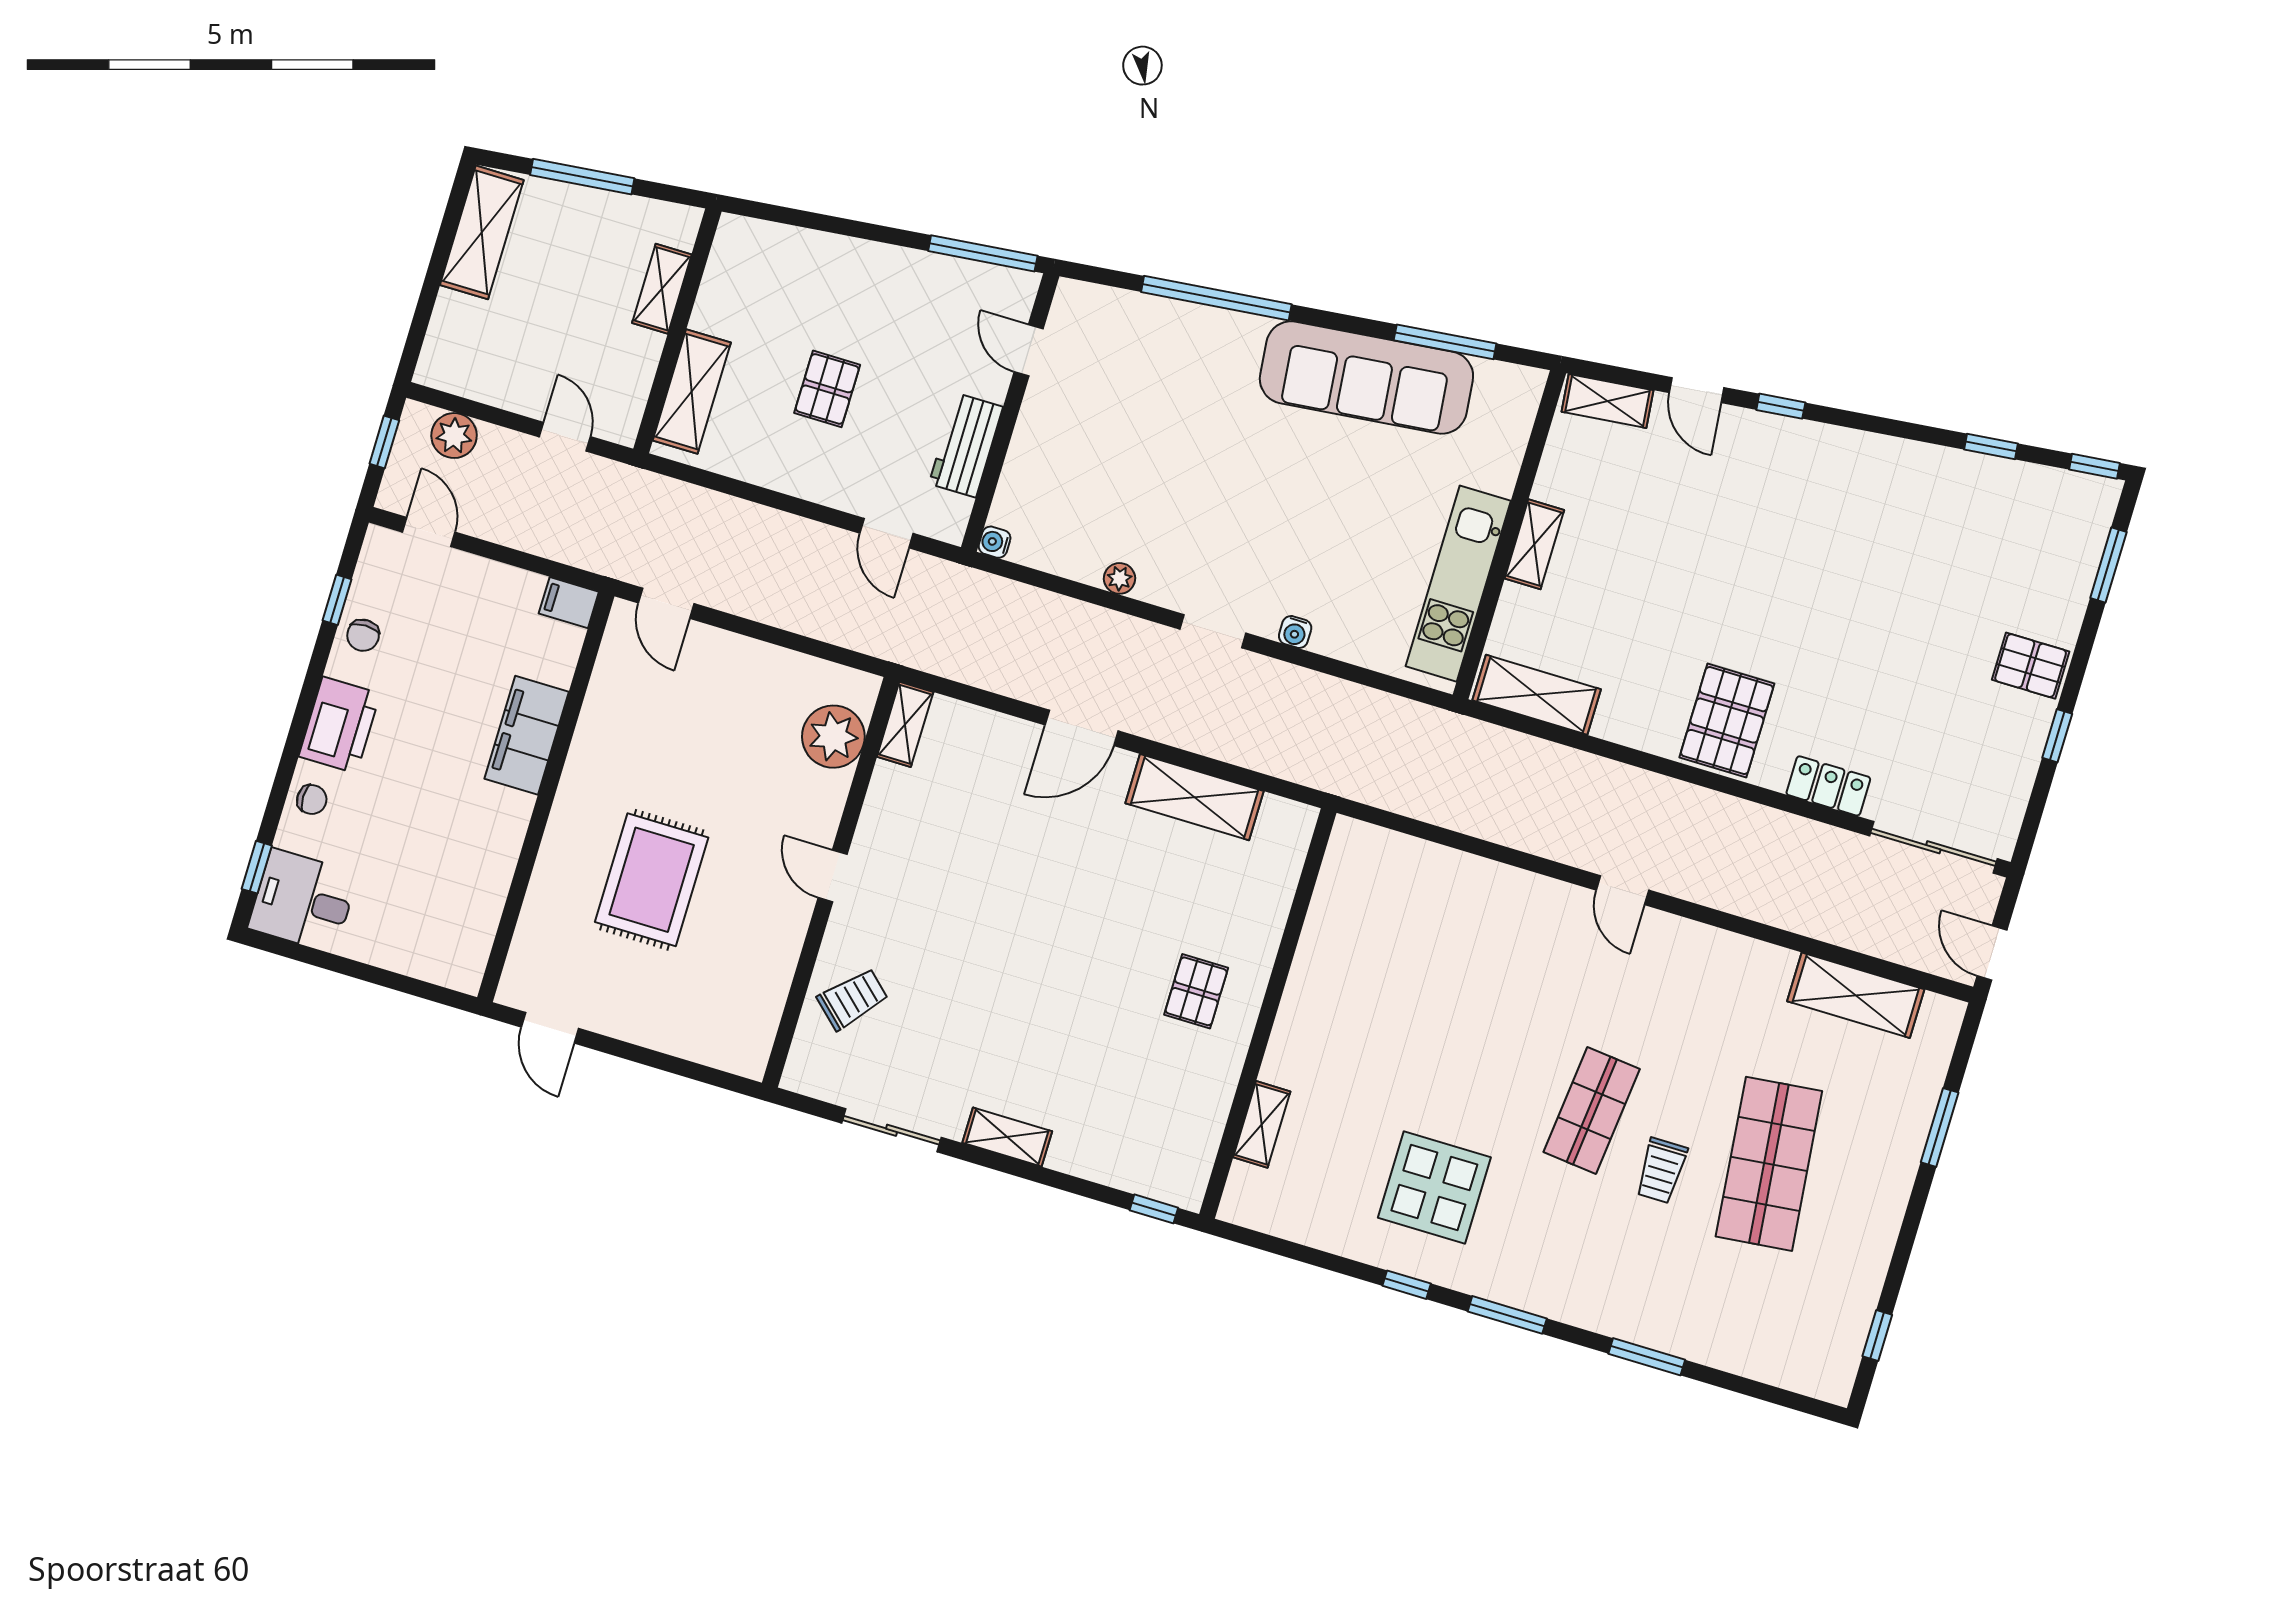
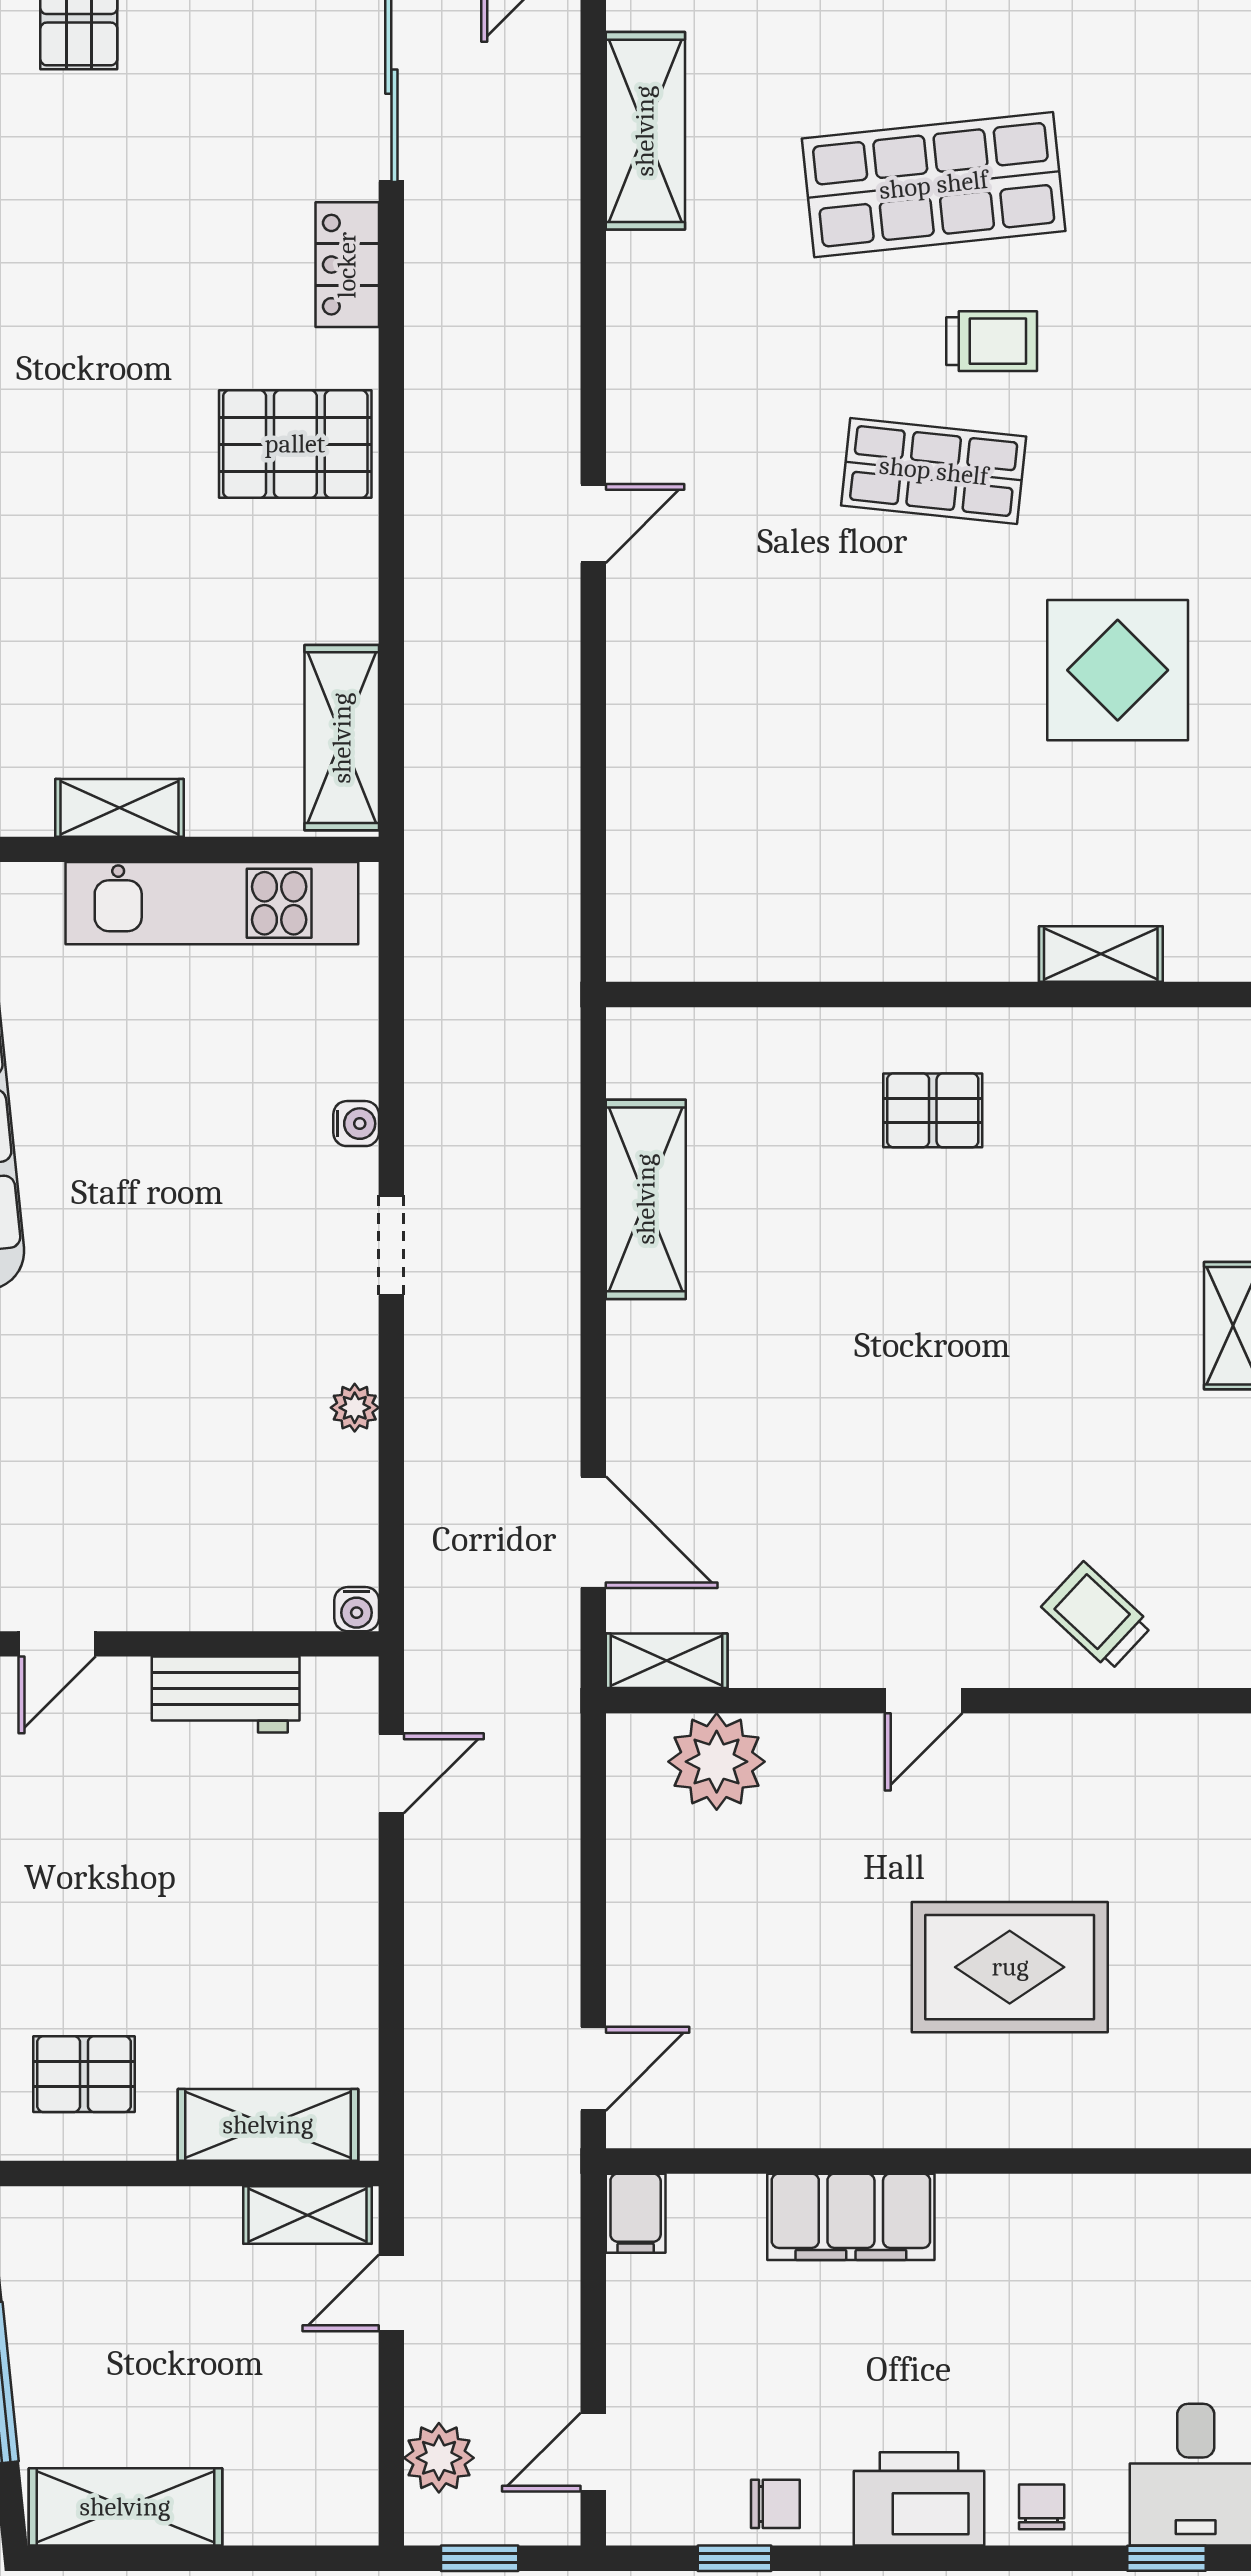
shelving: (662, 289) -> (308, 2215), moved
pallet: (827, 389) -> (84, 2074), moved
door: (1082, 728) -> (593, 1532), moved

